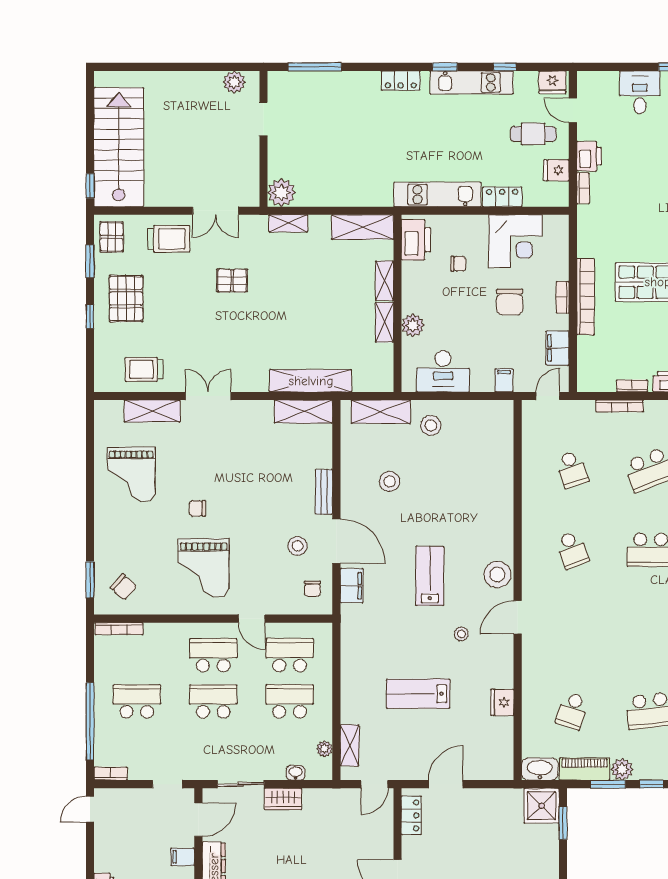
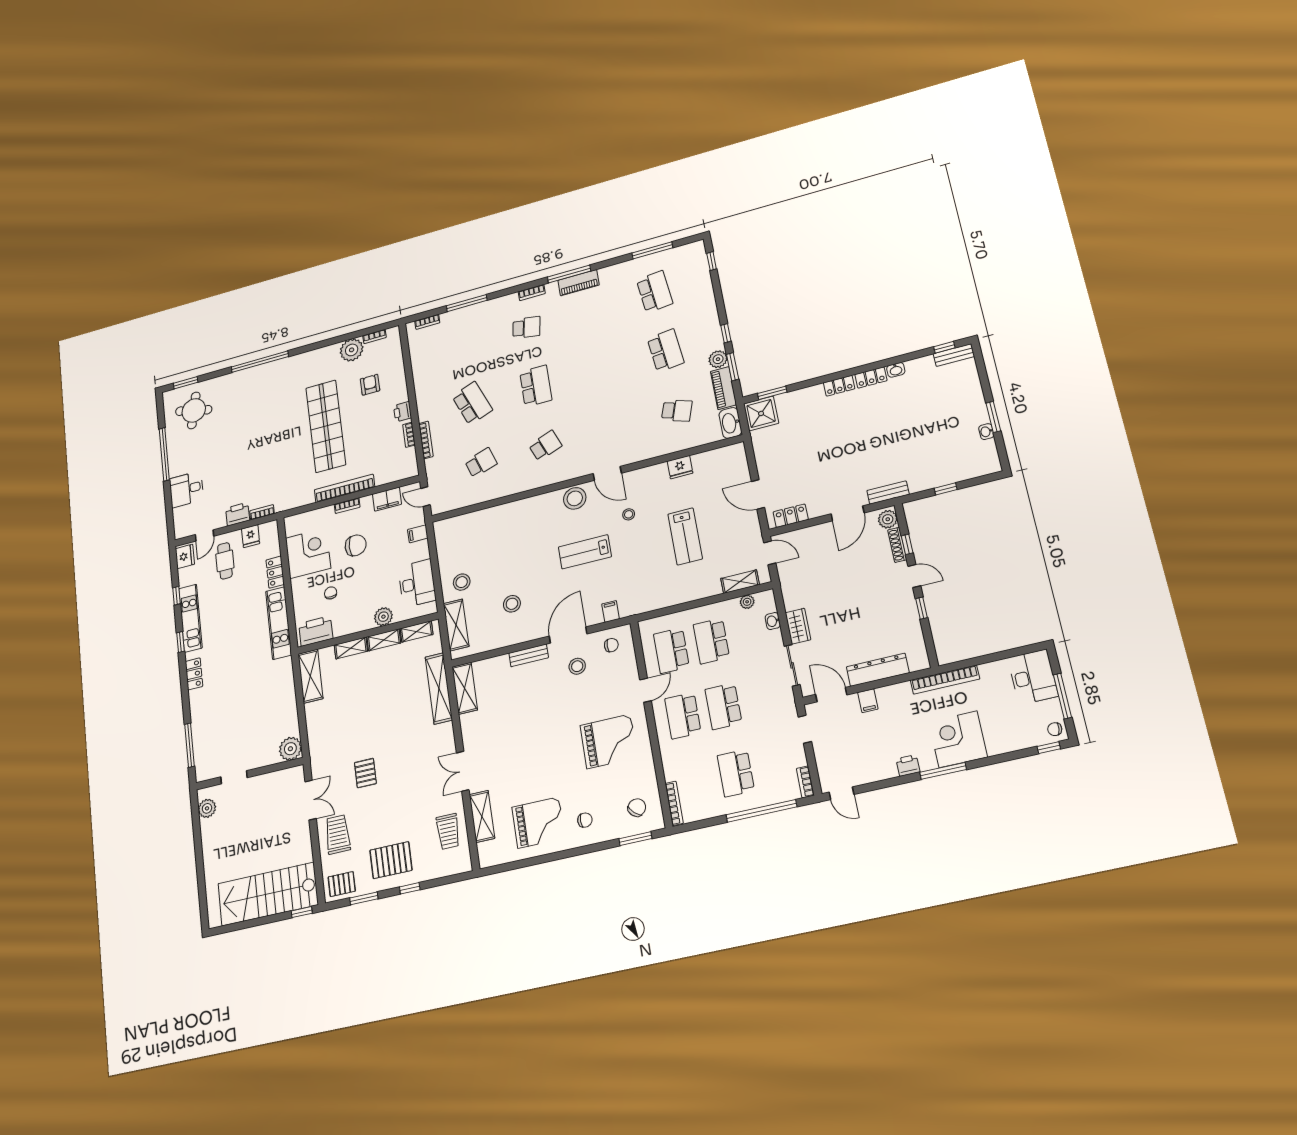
shelving: (288, 223) -> (417, 631), moved, turned 90
chair: (197, 508) -> (585, 820), moved, turned -90
filing cabinet: (352, 586) -> (611, 611), width x0.50

